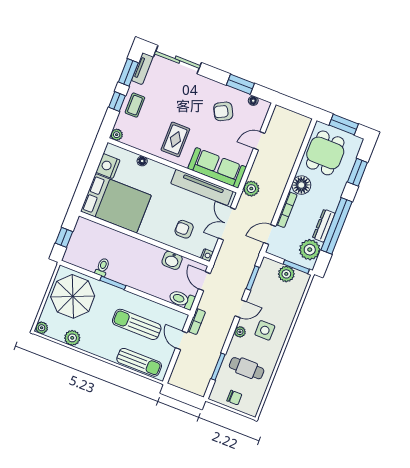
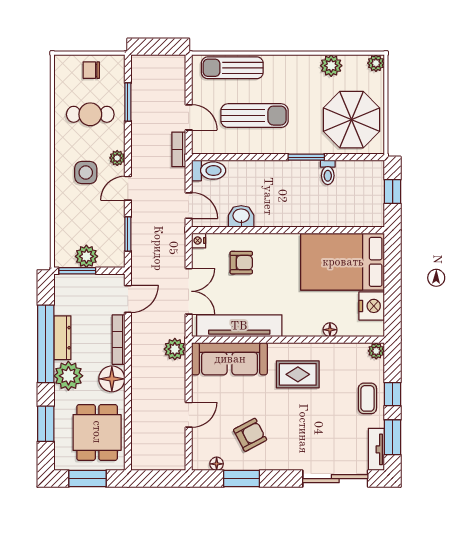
rug: (175, 139) -> (298, 374), turned 90
plant: (310, 250) -> (68, 376), moved

